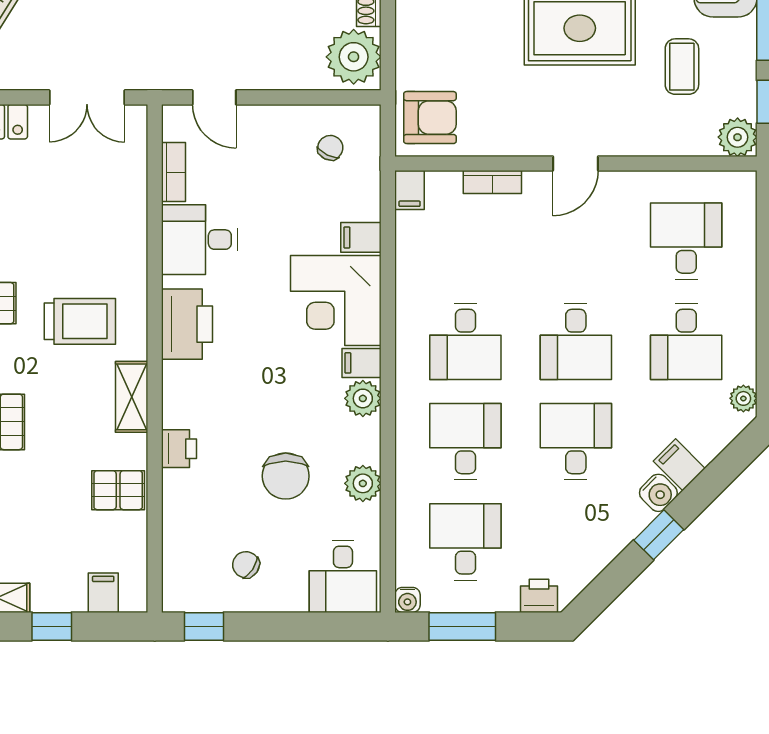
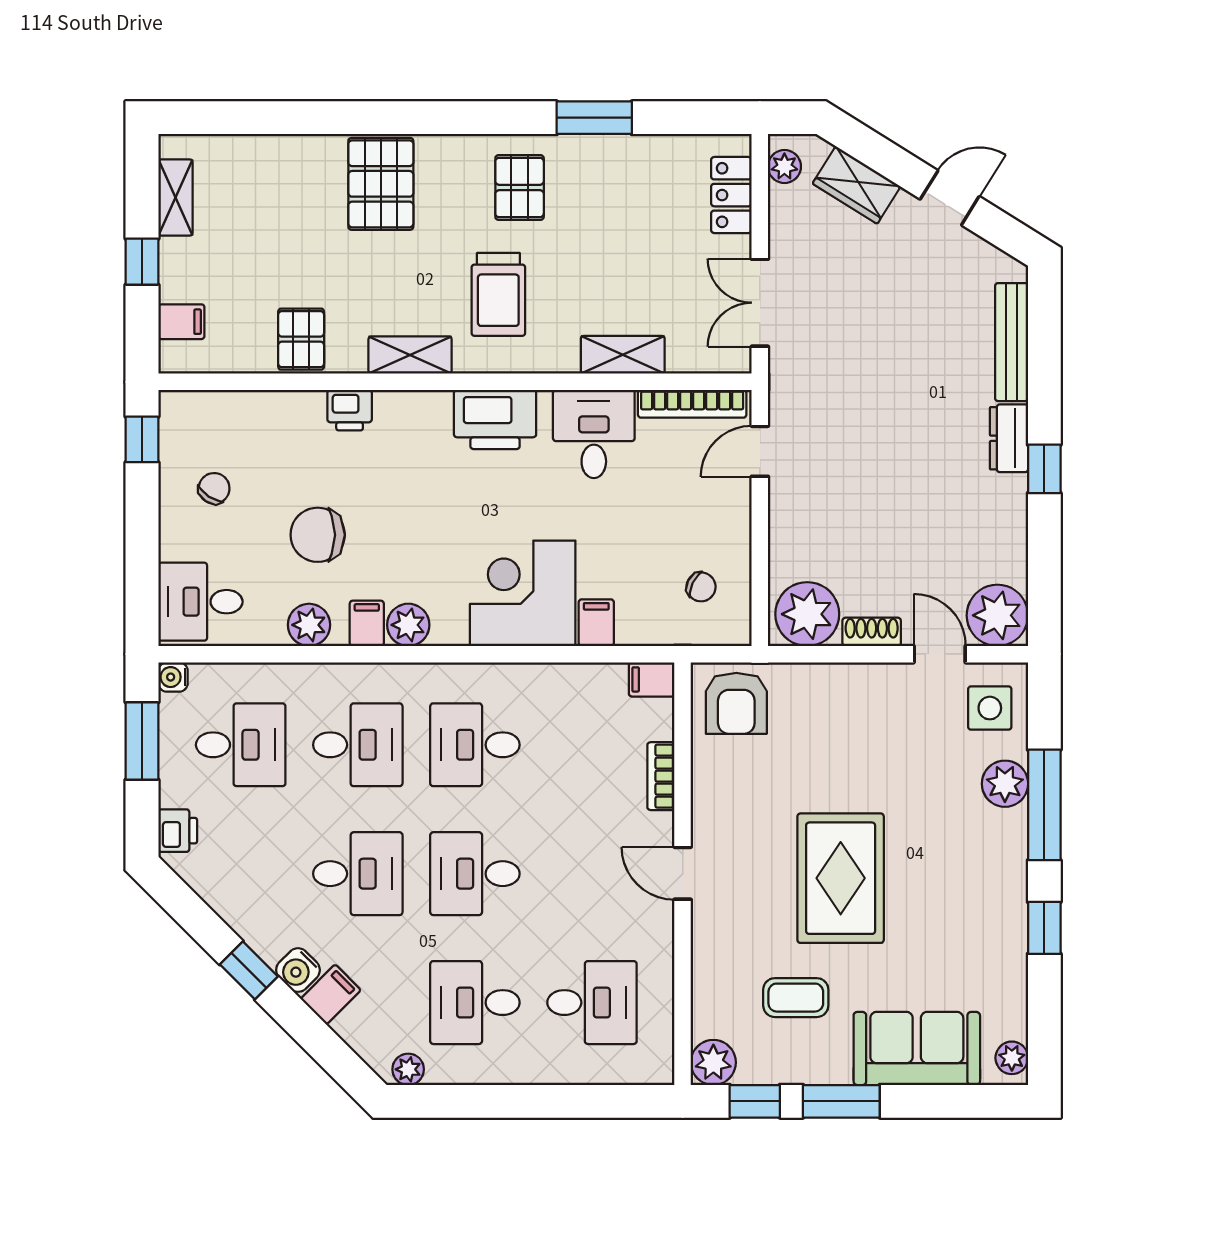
bookcase: (174, 172) -> (692, 404), width x1.56
shelving: (132, 215) -> (623, 355), added
filing cabinet: (361, 363) -> (367, 623), moved

